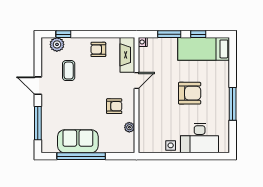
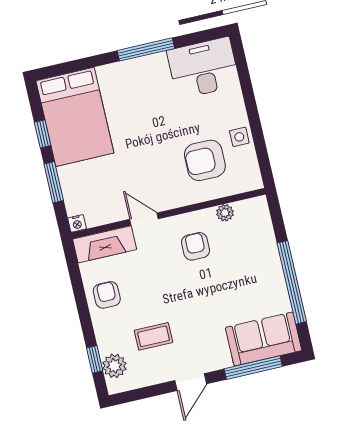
armchair: (98, 49) -> (107, 295), turned 180
bed: (204, 49) -> (75, 117), width x1.50
armchair: (190, 93) -> (205, 160), moved, turned -90
desk: (200, 138) -> (203, 68), moved, turned -90
sofa: (78, 141) -> (264, 339), moved, turned 90

